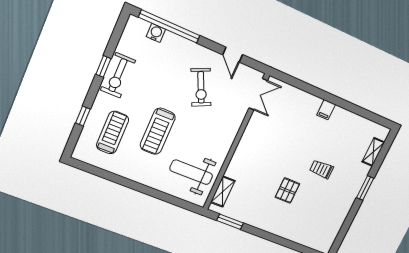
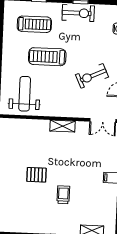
exercise bike: (118, 75) -> (78, 13), turned 180
shelving: (223, 192) -> (63, 126), moved

